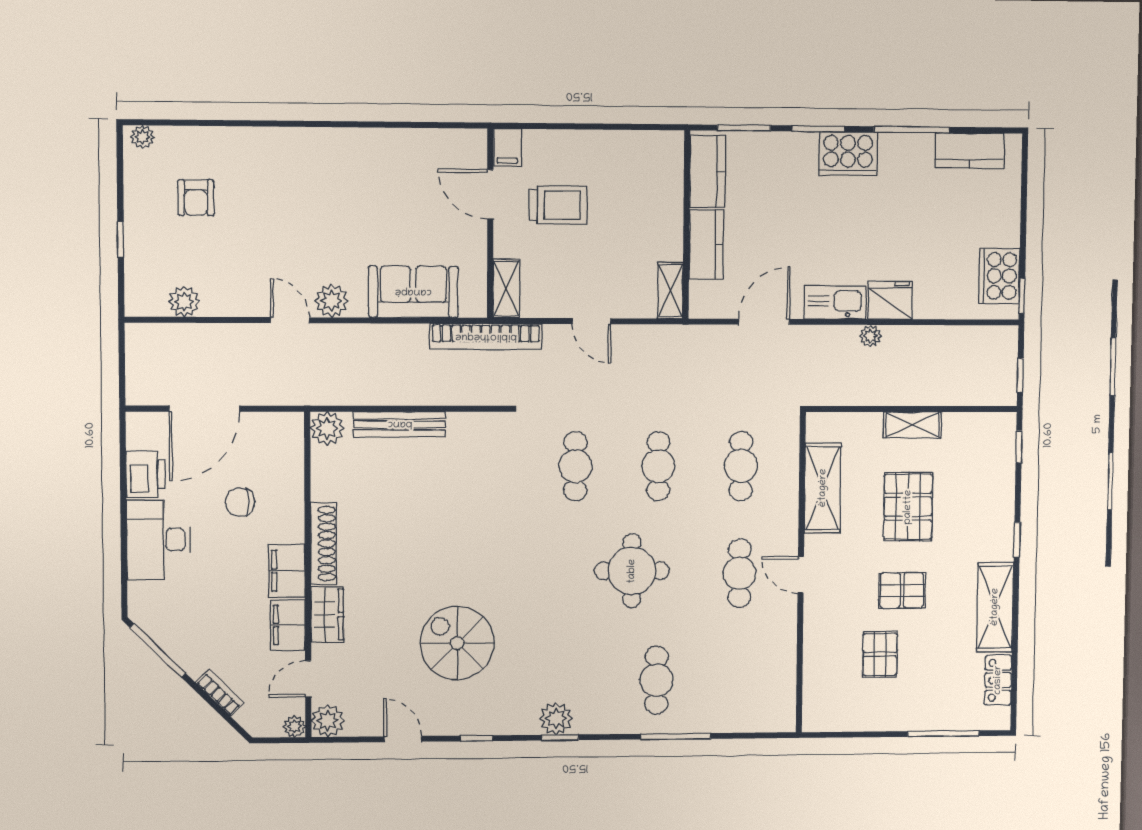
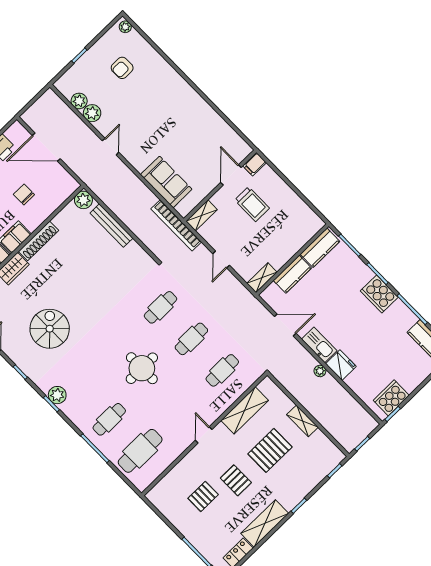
plant: (332, 301) -> (92, 113), moved
cafe table: (740, 573) -> (140, 451), moved, width x1.37, depth x1.35

